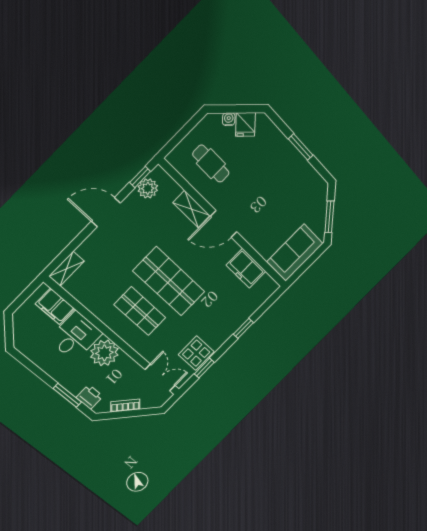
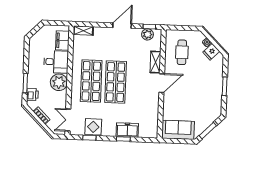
door: (106, 212) -> (122, 26), hinge flipped
door: (224, 224) -> (162, 83), swing flipped
freezer: (246, 268) -> (127, 130), moved, turned 90
shop shelf: (140, 311) -> (91, 81), width x1.43, depth x1.36
double door: (160, 378) -> (68, 120), swing flipped

